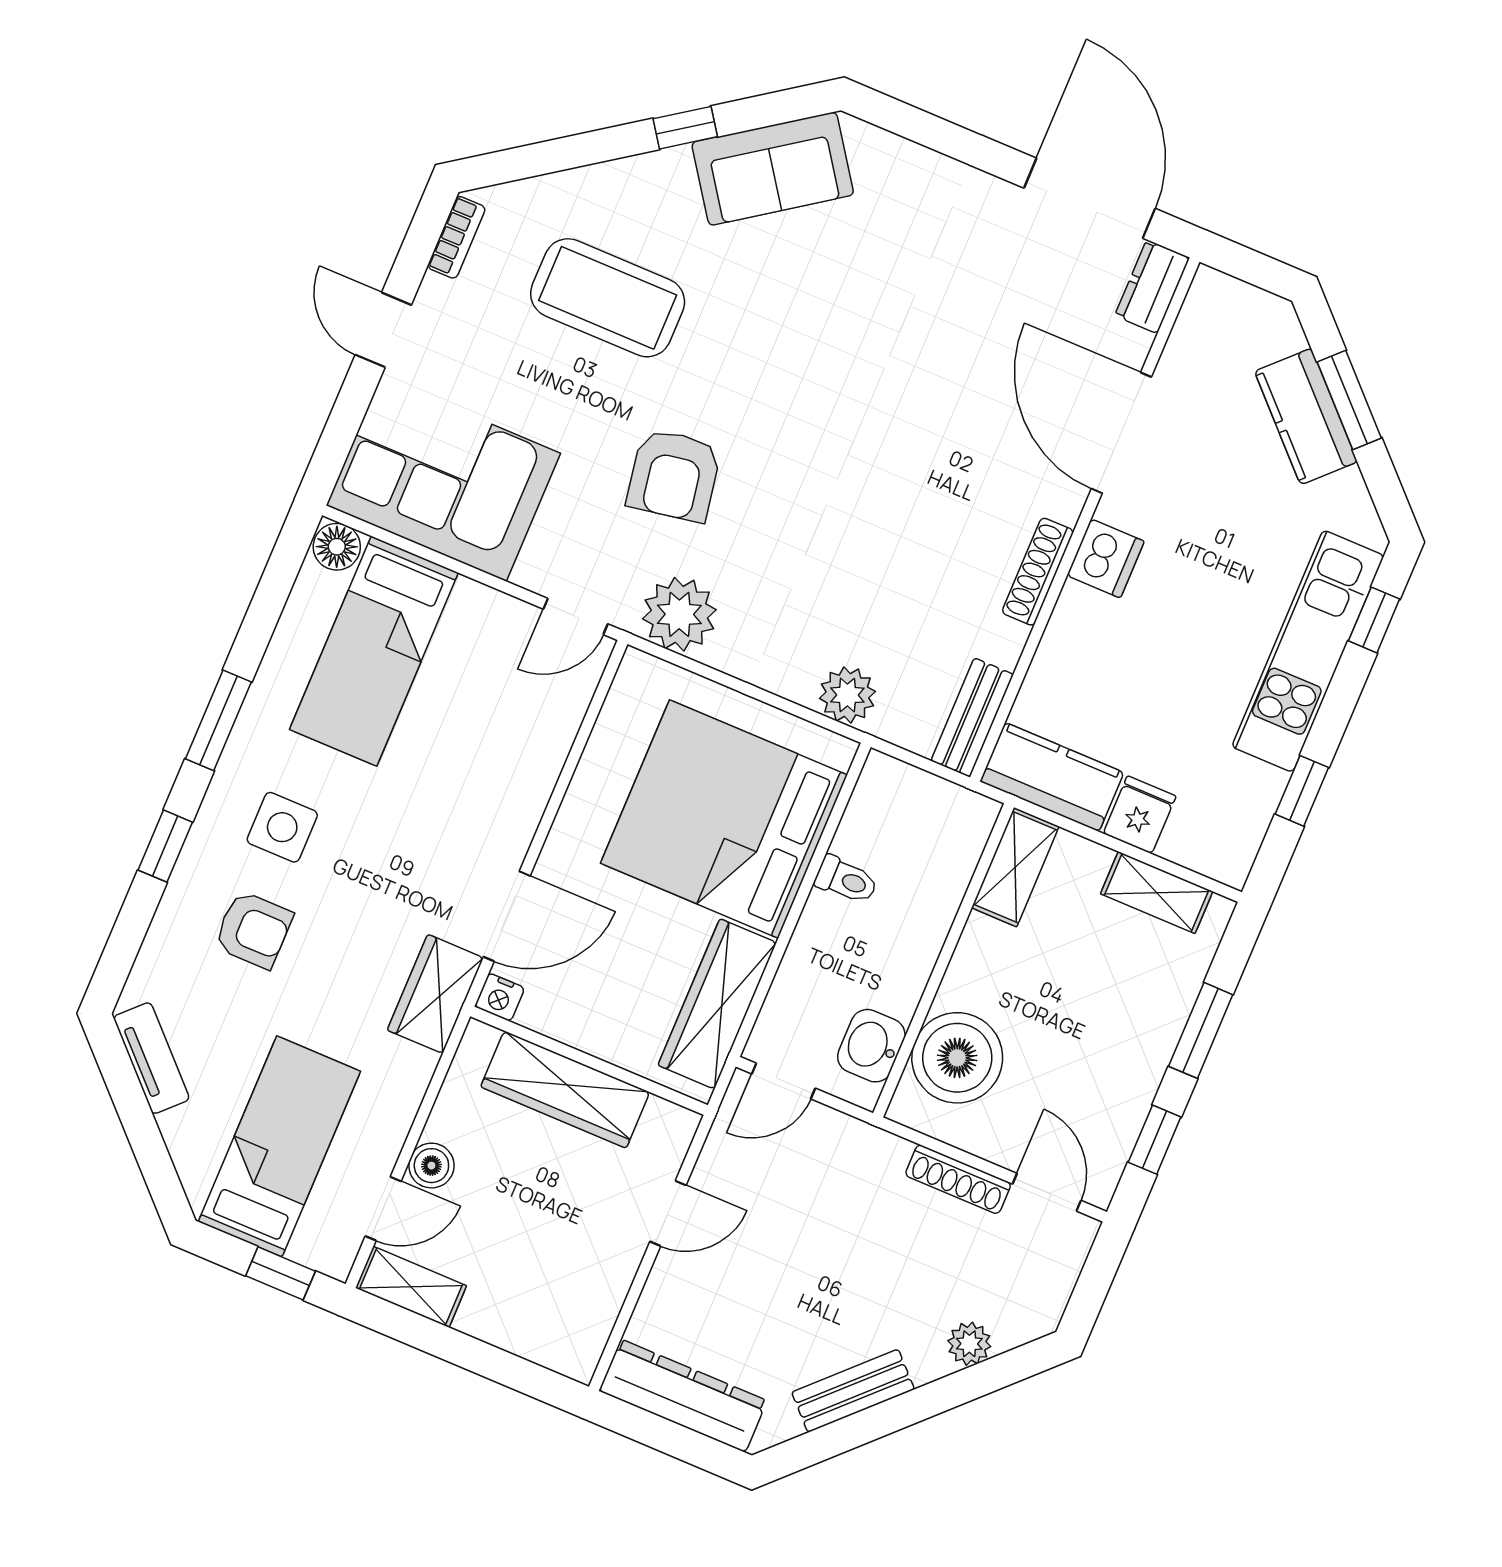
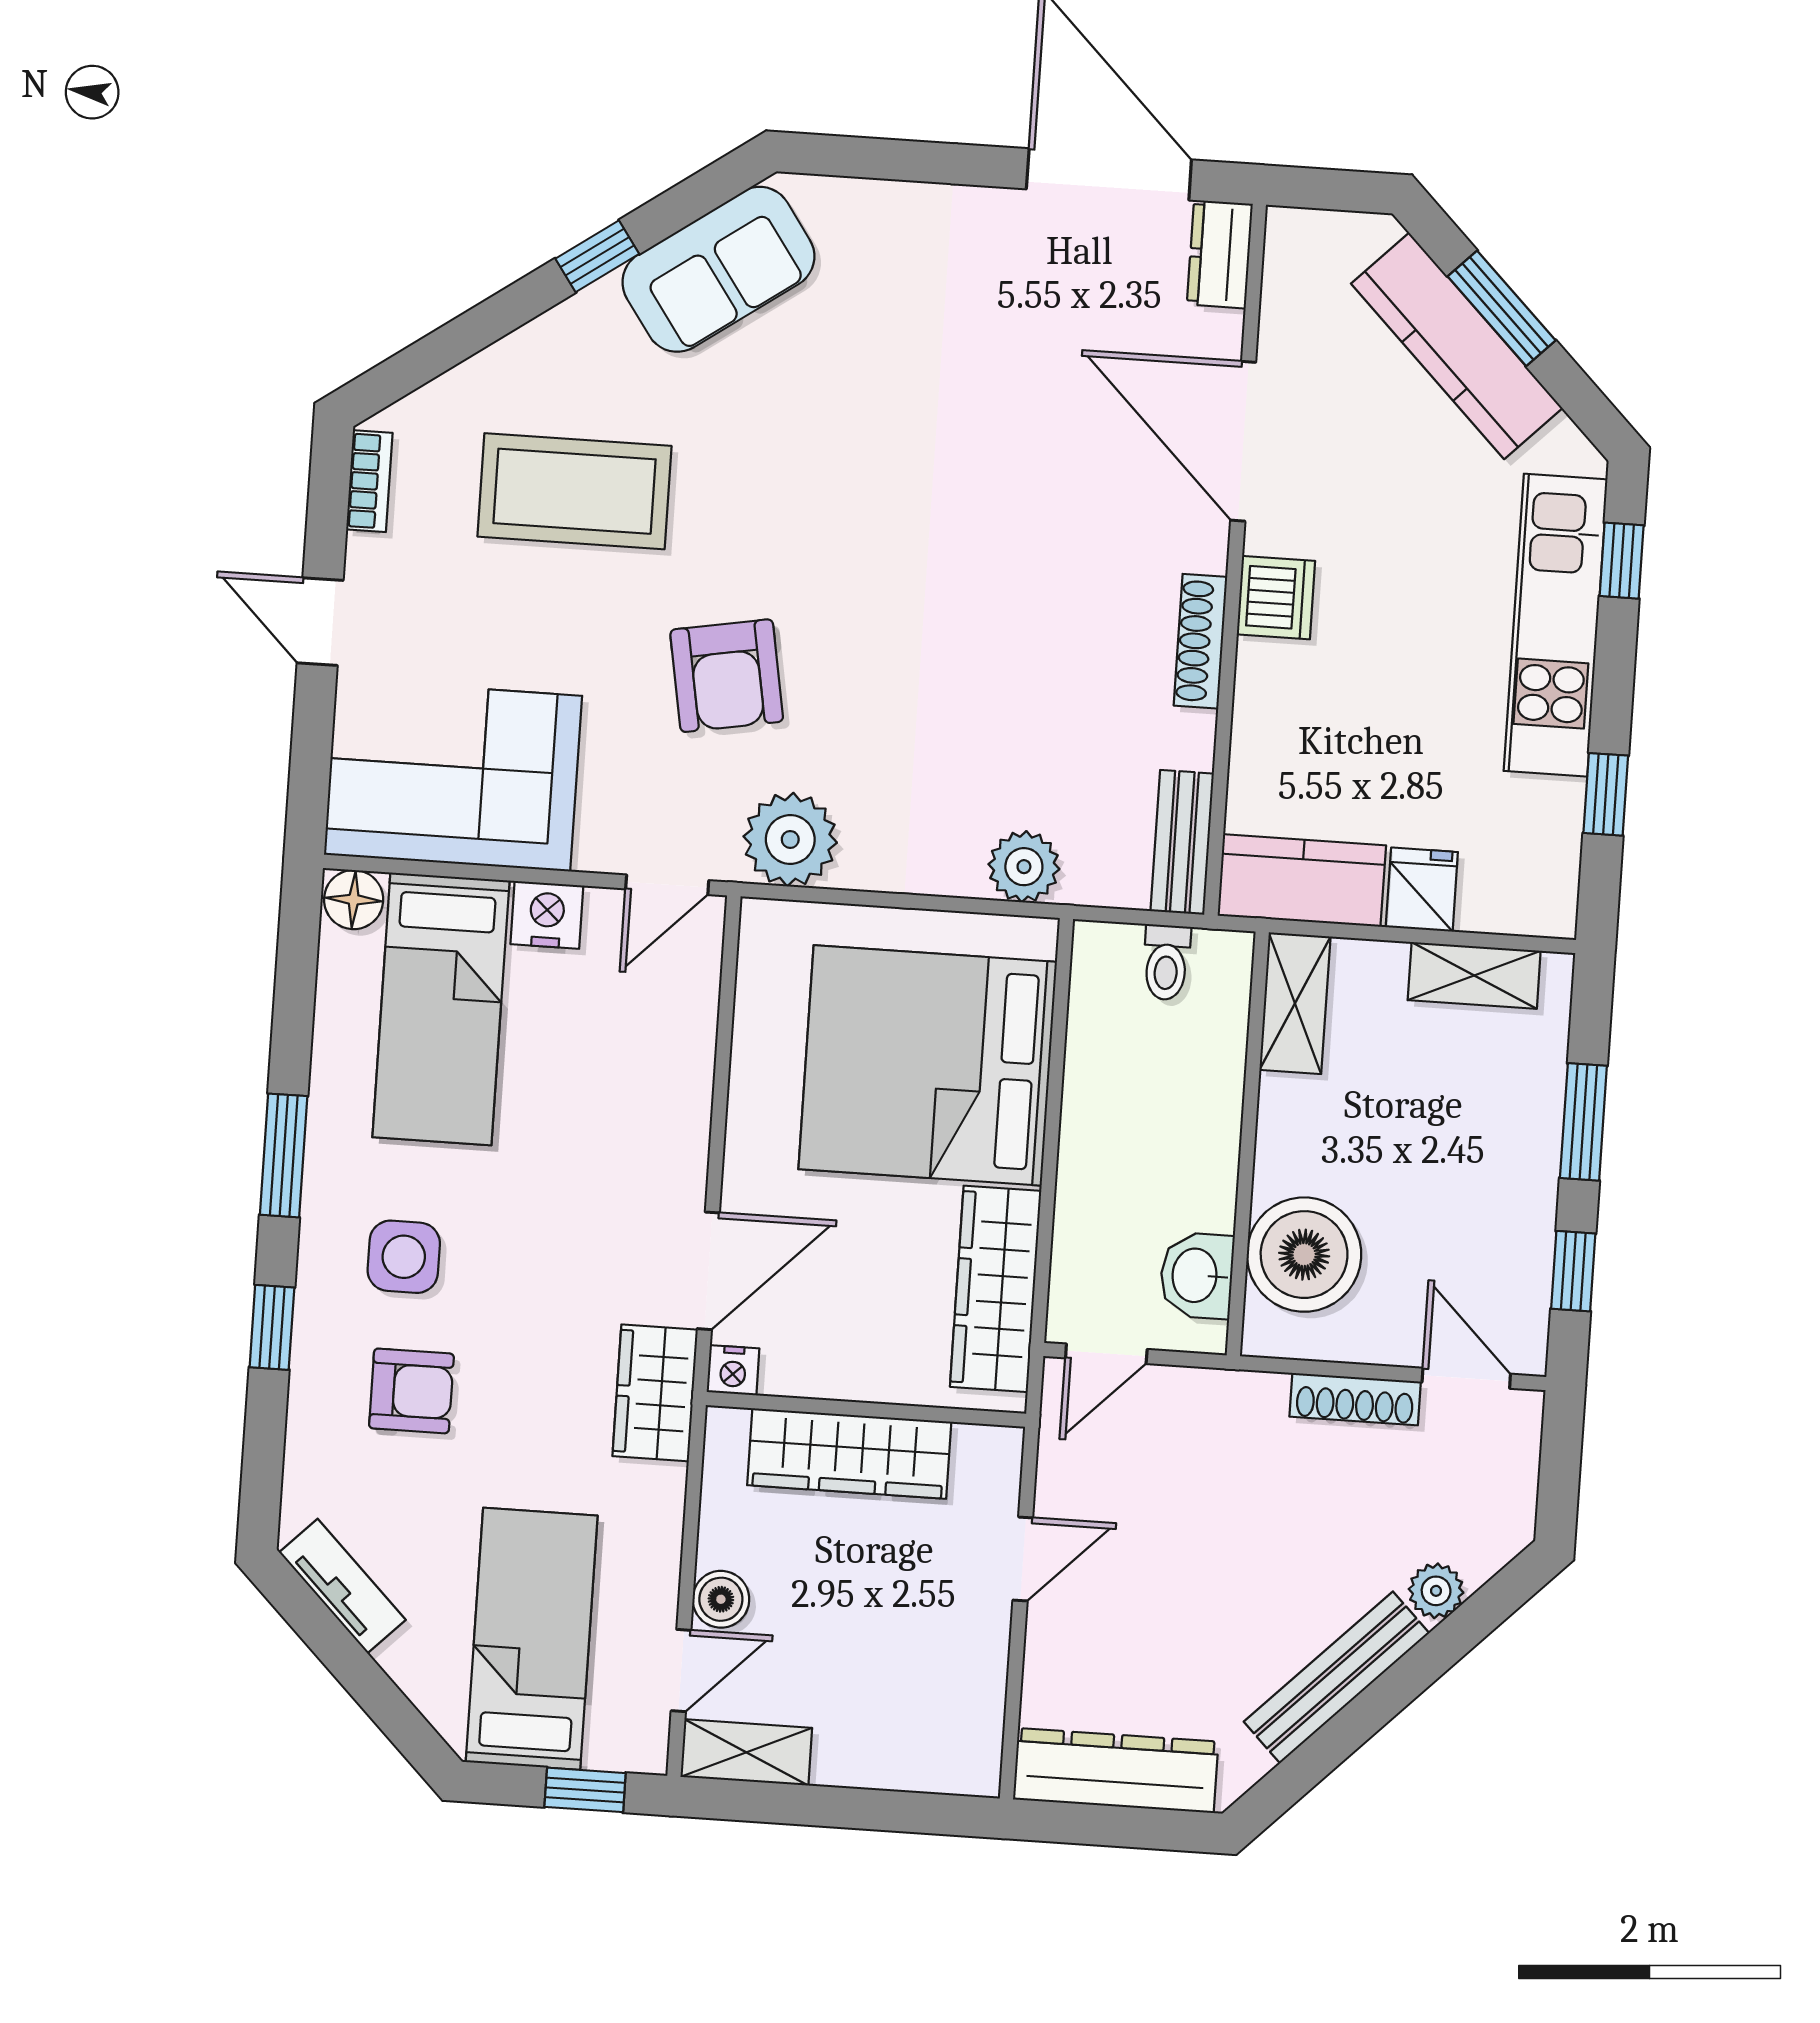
kitchen counter: (1306, 417) -> (1457, 346), width x1.50
nightstand: (478, 608) -> (547, 915), added
toilet: (846, 880) -> (1166, 962), moved, turned 90
bench: (853, 1391) -> (1337, 1677), width x1.36

